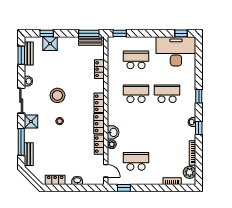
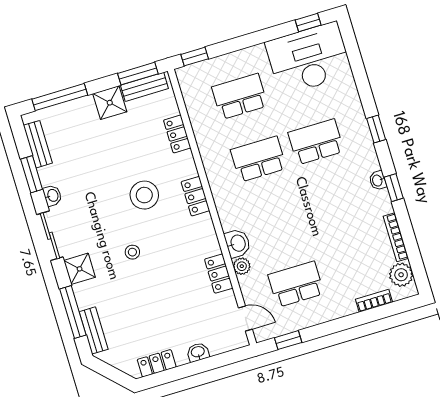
window: (47, 33) -> (60, 97), width x2.17
shower: (50, 44) -> (110, 103), moved
window: (21, 55) -> (32, 174), moved
stool: (57, 95) -> (144, 195), moved
locker: (99, 124) -> (207, 235), removed

